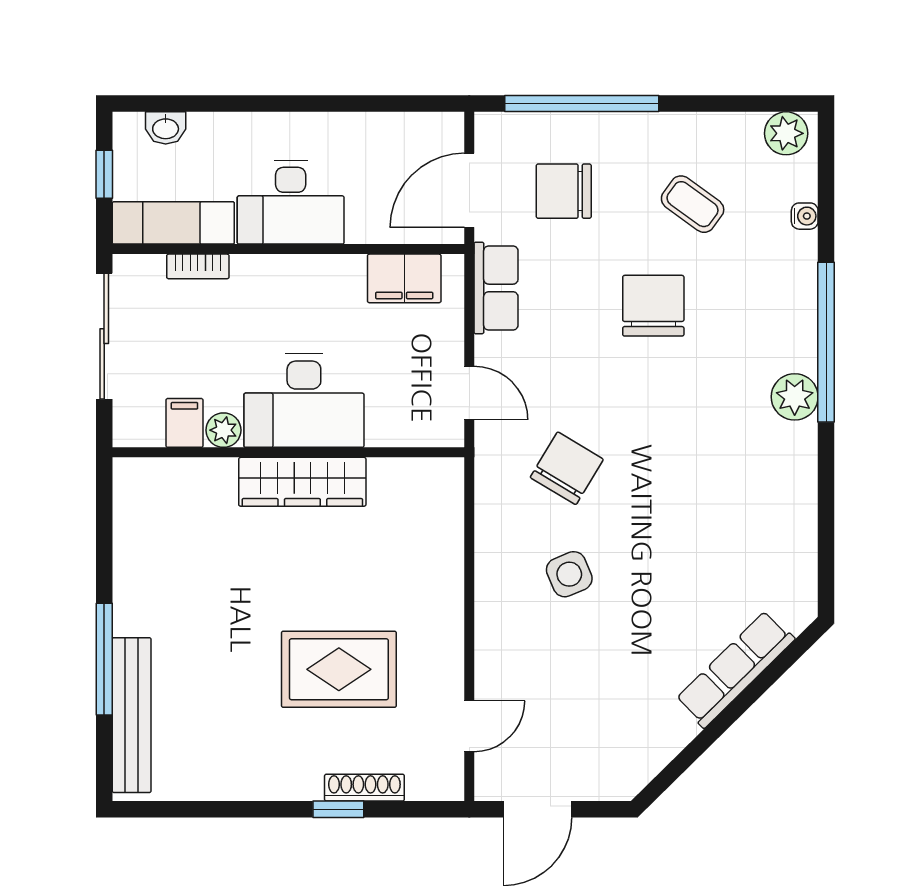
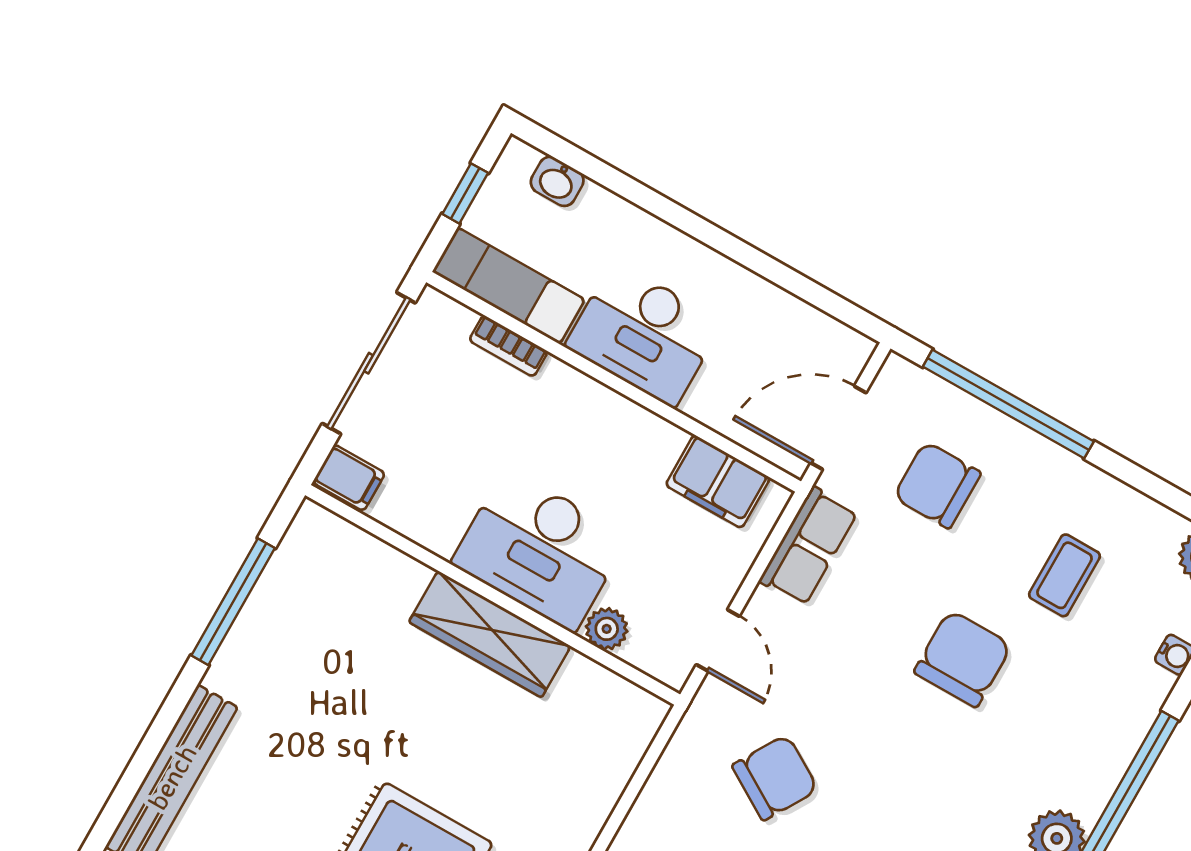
coffee table: (693, 204) -> (1064, 575), turned 54
filing cabinet: (184, 423) -> (349, 478), moved, turned 90
plant: (223, 430) -> (607, 629), moved
window: (104, 659) -> (233, 602), moved

